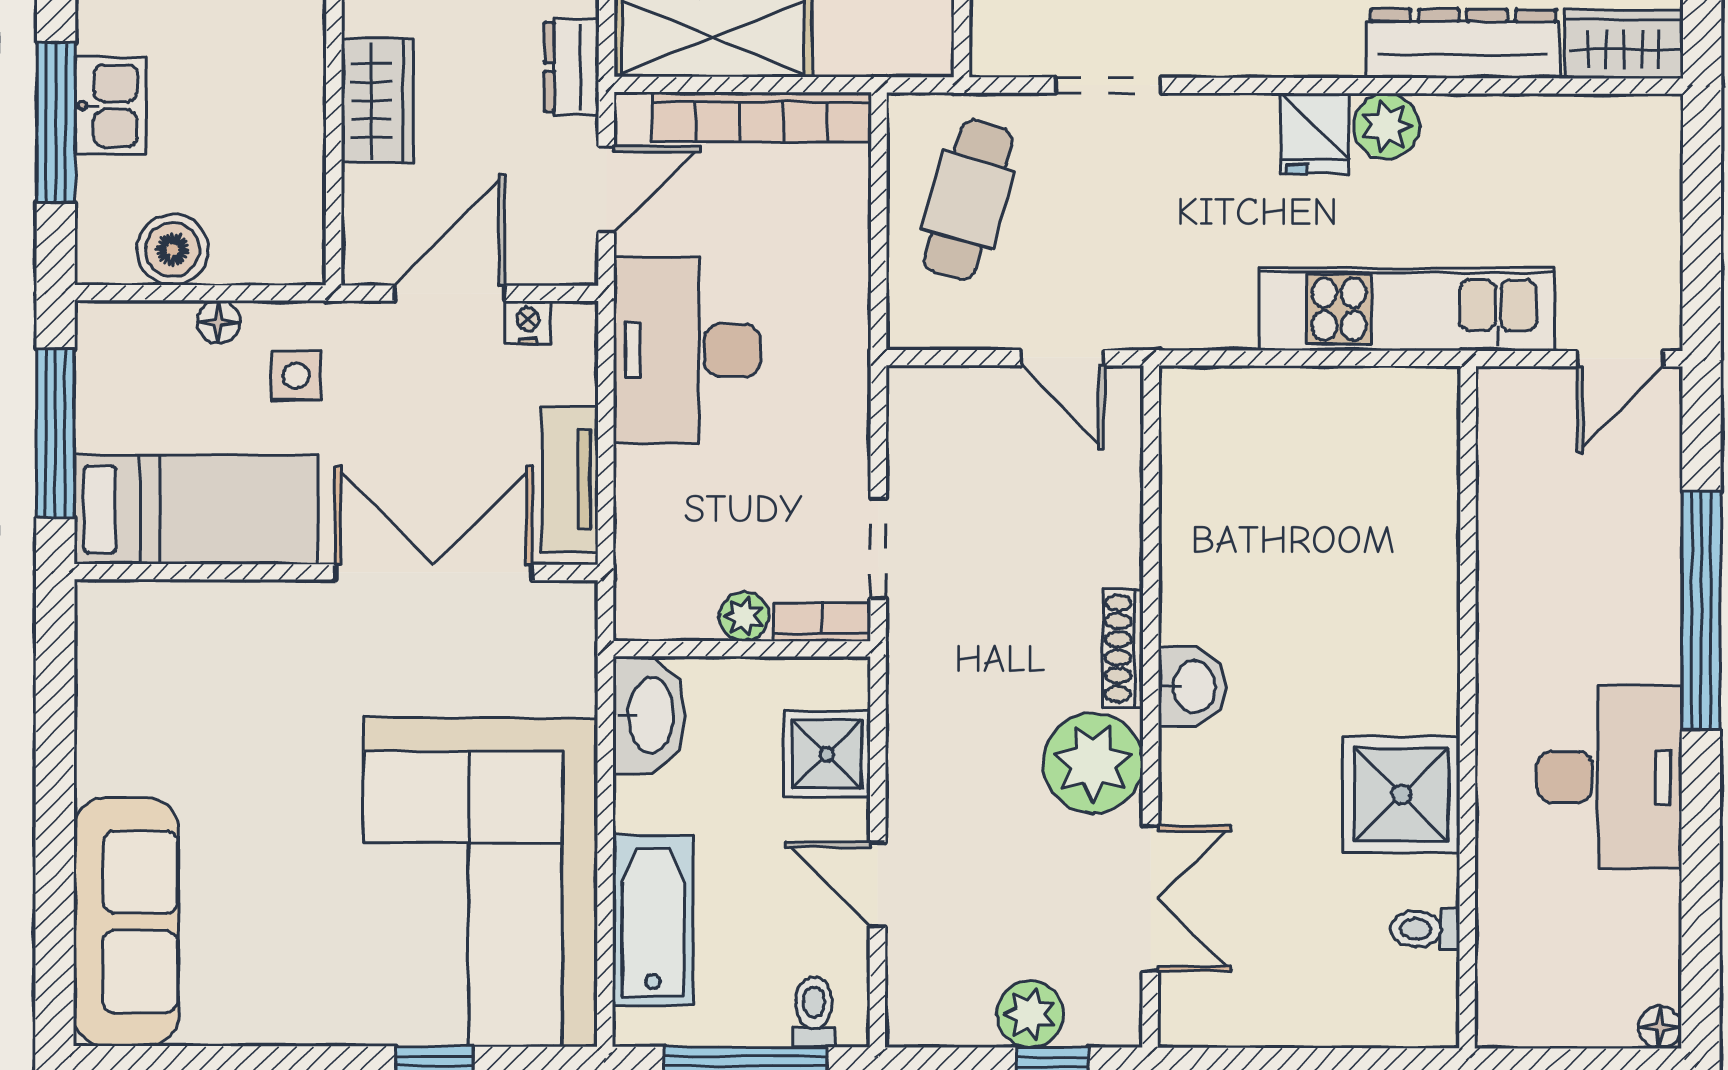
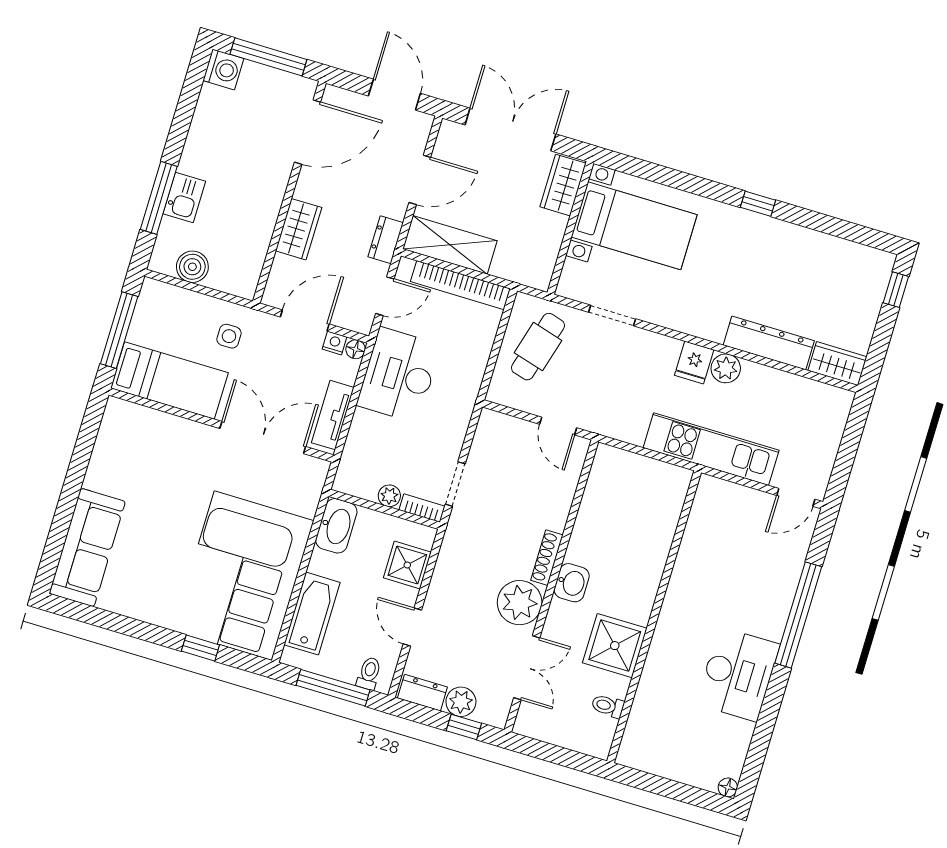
floor lamp: (219, 322) -> (356, 349), moved
wall: (1468, 707) -> (654, 617), moved
shower: (1402, 795) -> (615, 646), moved
toilet: (1425, 929) -> (608, 706), moved
dresser: (942, 1019) -> (422, 693), added

